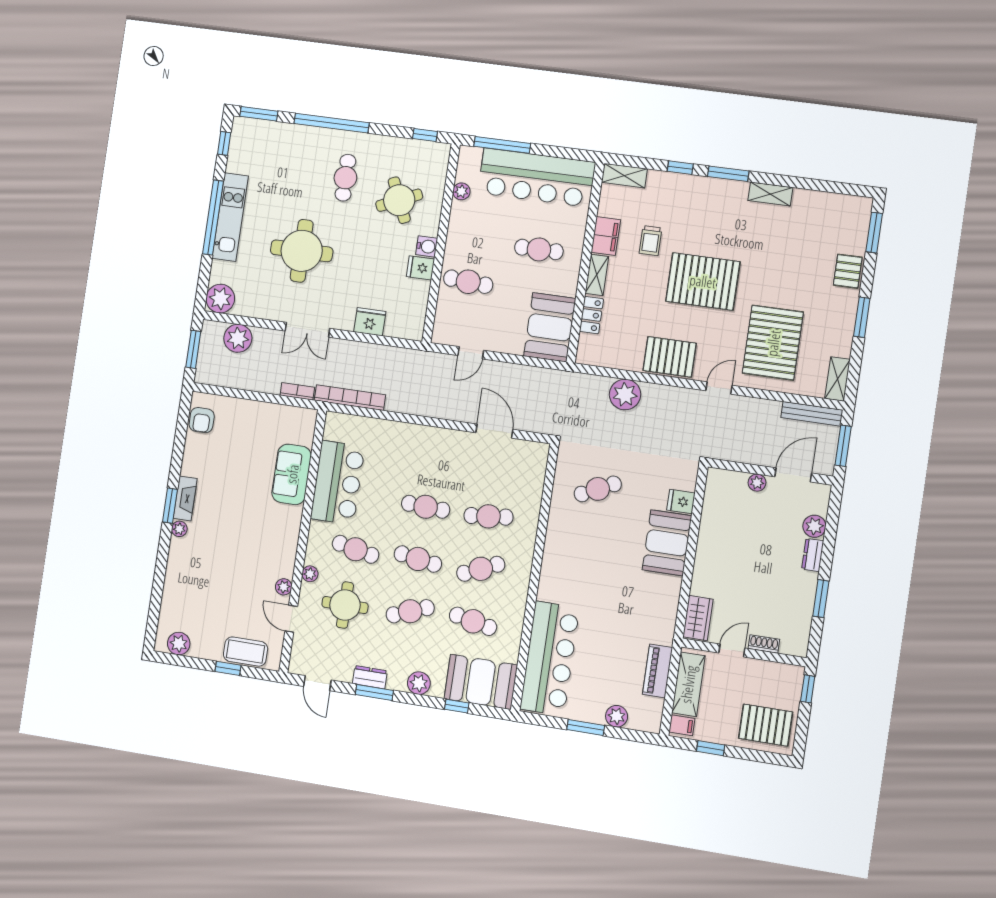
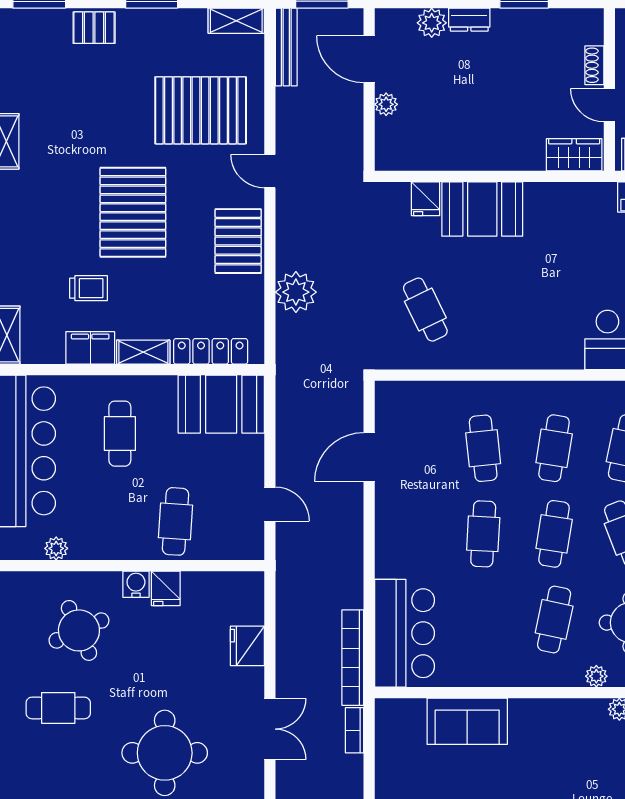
locker: (591, 315) -> (211, 351), width x1.53
bar counter: (338, 483) -> (405, 633), moved, turned 90
cafe table: (481, 569) -> (554, 448), turned 33

